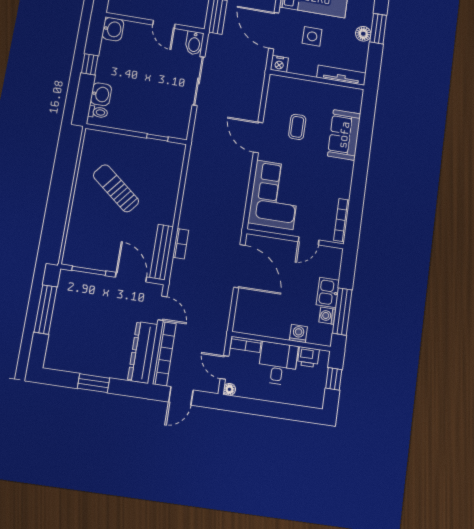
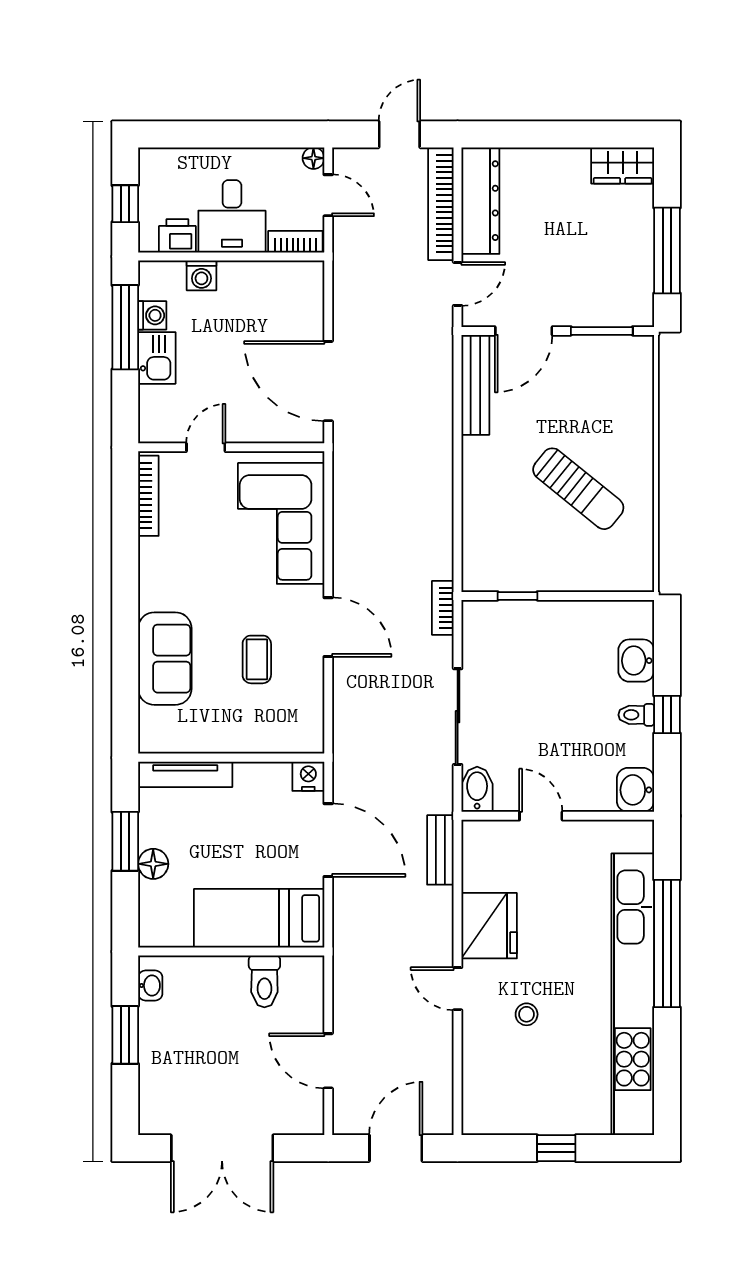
window: (378, 29) -> (125, 841), moved
side table: (312, 36) -> (252, 842), removed
toilet: (98, 112) -> (636, 715), moved
bookcase: (181, 244) -> (443, 608), moved
door: (131, 277) -> (524, 331), hinge flipped
door: (162, 308) -> (458, 284), swing flipped
wardrobe: (62, 360) -> (623, 166), added
window: (93, 383) -> (559, 134), removed

